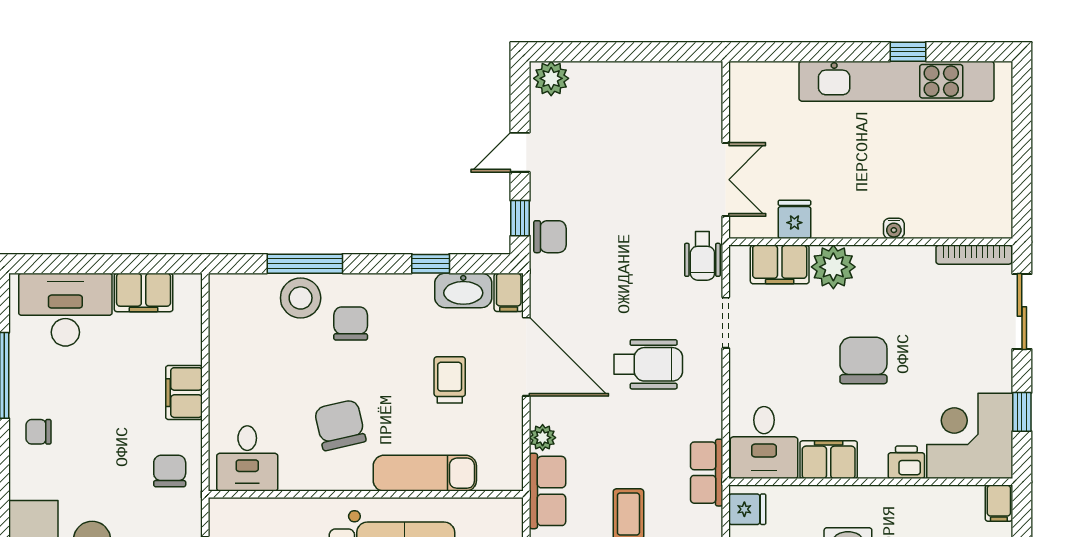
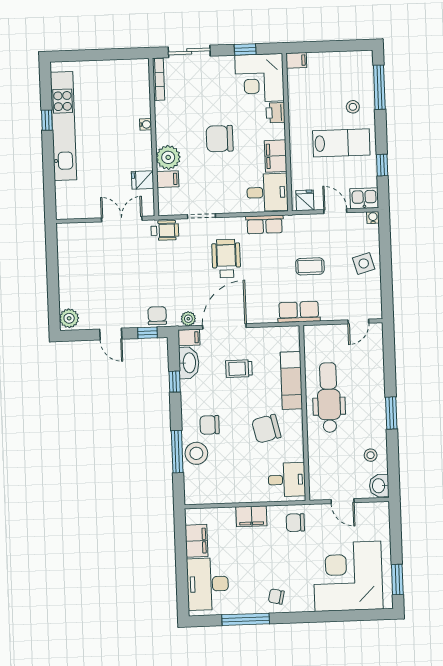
filing cabinet: (780, 264) -> (168, 179), width x0.50
chair: (38, 432) -> (276, 597), turned 103
plant: (543, 438) -> (188, 319), moved
row of seats: (707, 473) -> (265, 224), moved

